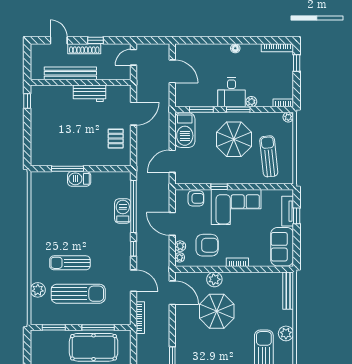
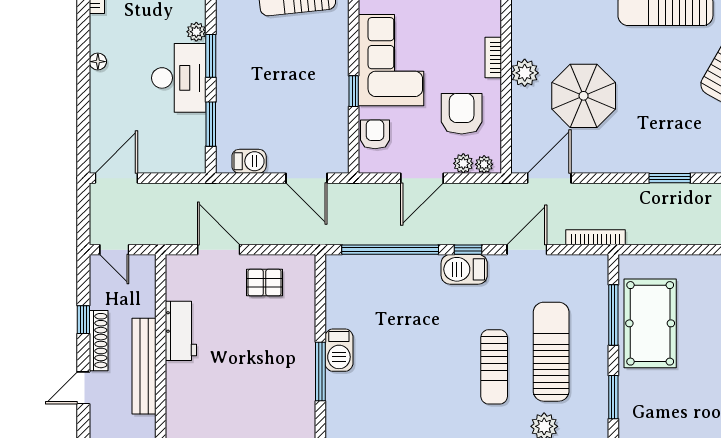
door: (172, 71) -> (116, 178), moved
desk: (231, 92) -> (179, 78), width x1.37
barbecue: (185, 130) -> (249, 161), width x0.53, depth x0.65
parasol: (234, 139) -> (266, 64), removed
barbecue: (123, 211) -> (464, 269), moved
plant: (214, 279) -> (525, 73), moved

